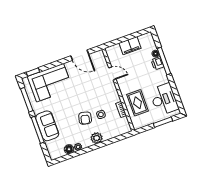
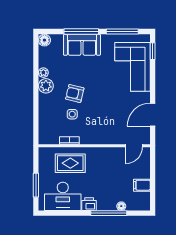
filing cabinet: (130, 46) -> (142, 185), width x0.50
printer: (157, 63) -> (89, 204), moved
door: (112, 74) -> (134, 146), moved
plant: (97, 138) -> (46, 86), moved
floor lamp: (69, 149) -> (44, 40), moved

